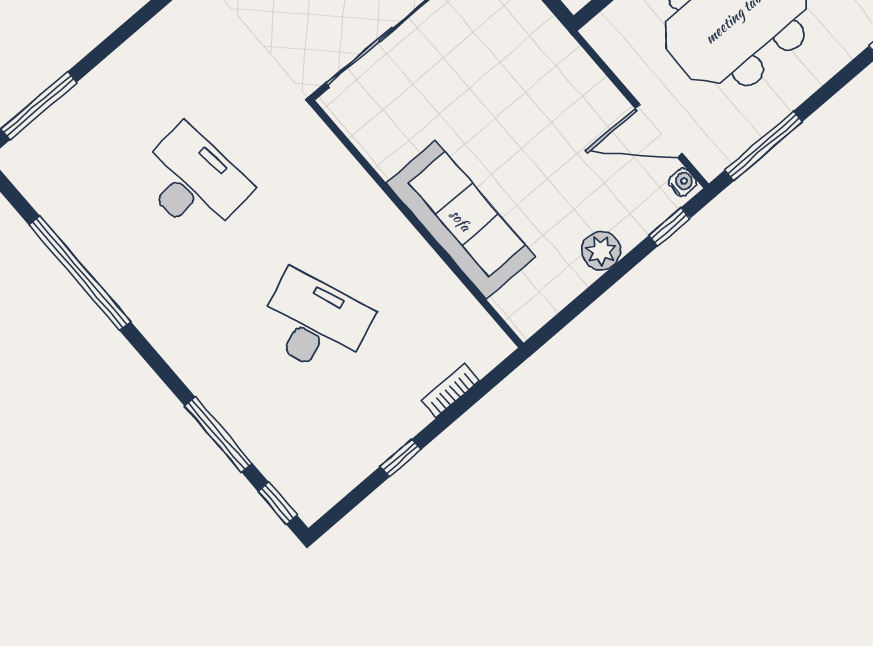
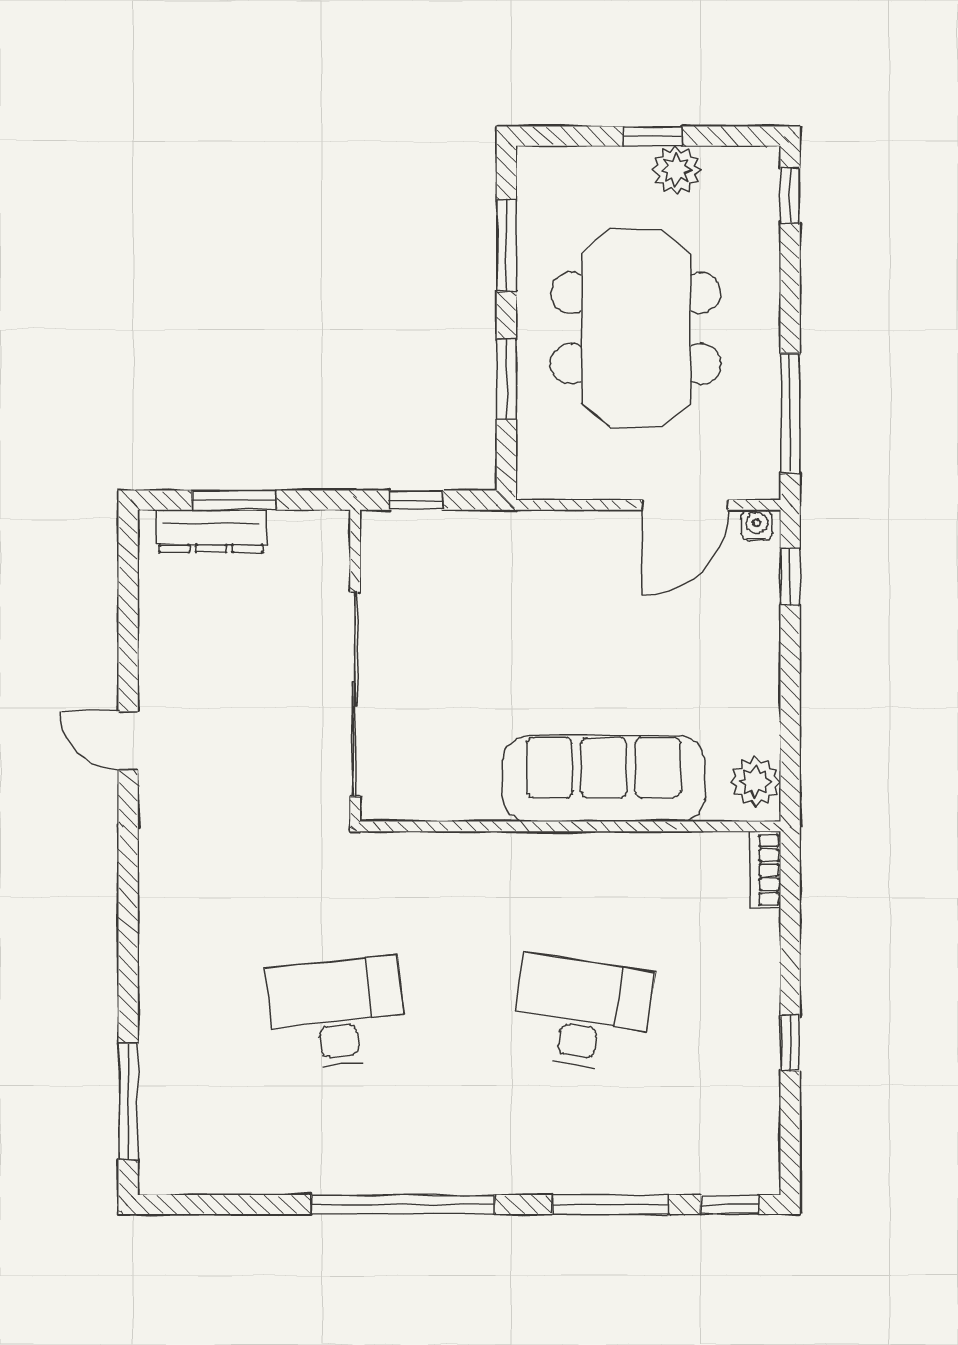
plant: (601, 251) -> (755, 782), moved
window: (80, 273) -> (403, 1205), moved
desk: (315, 323) -> (582, 1013), turned 30
bookcase: (450, 391) -> (765, 870), moved

